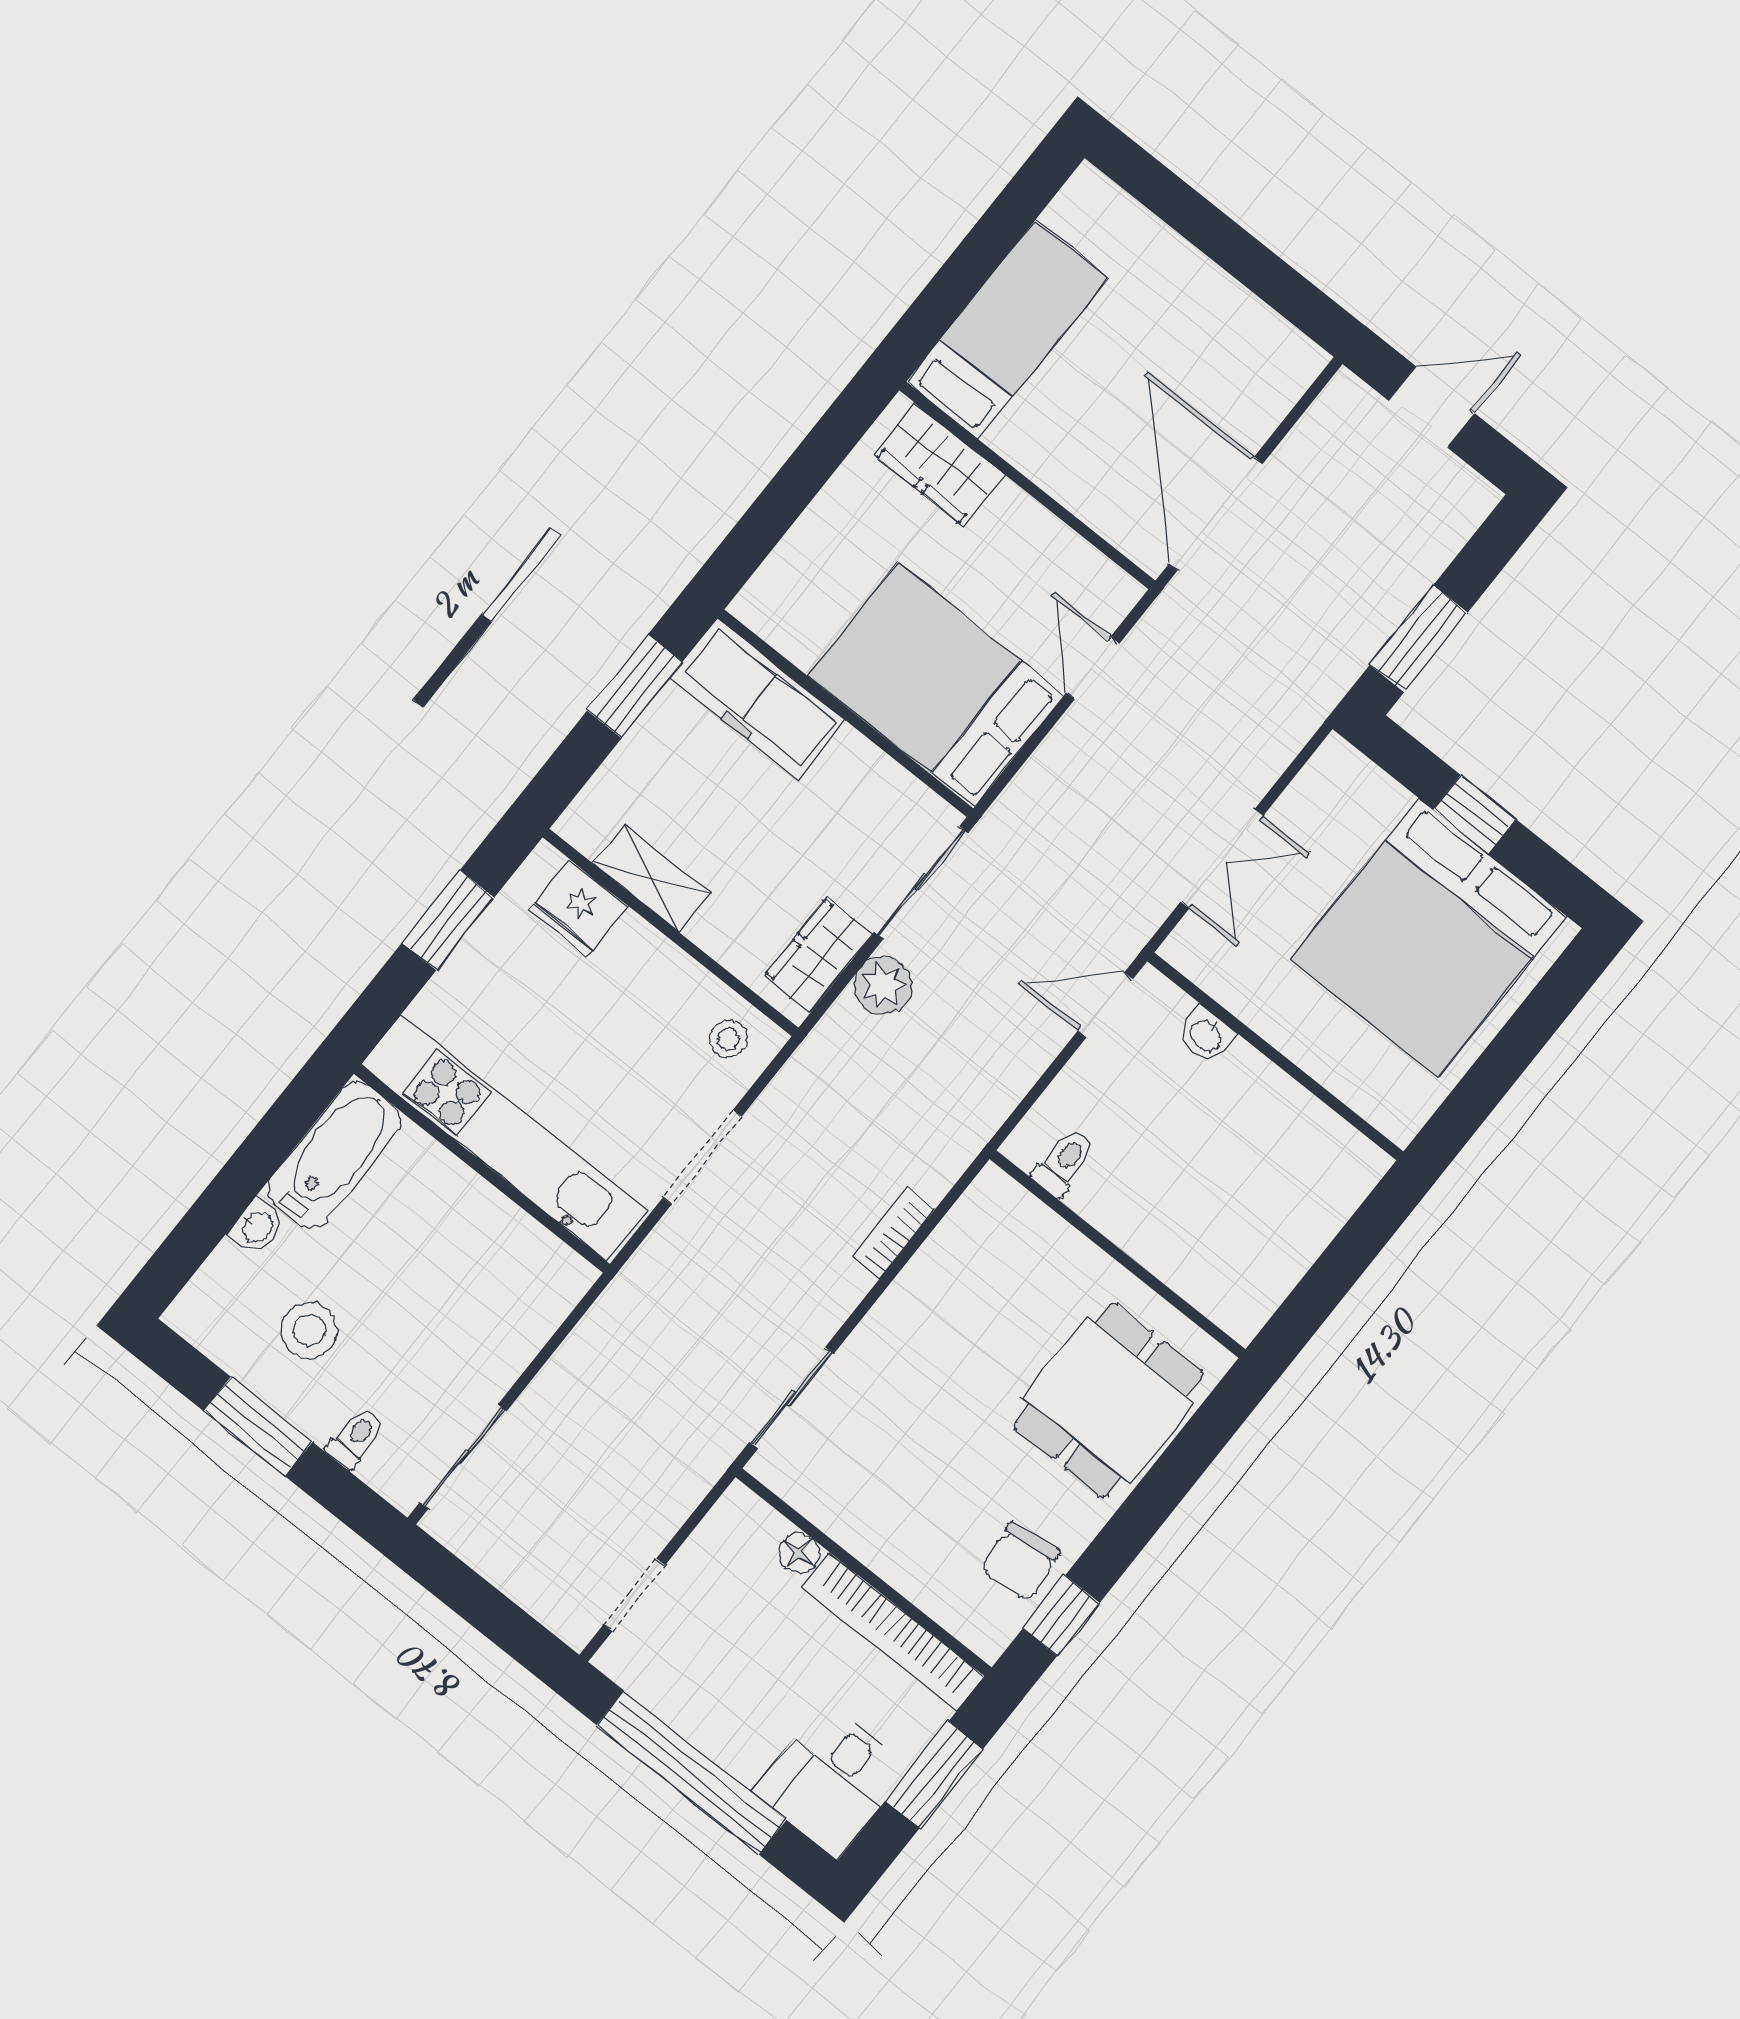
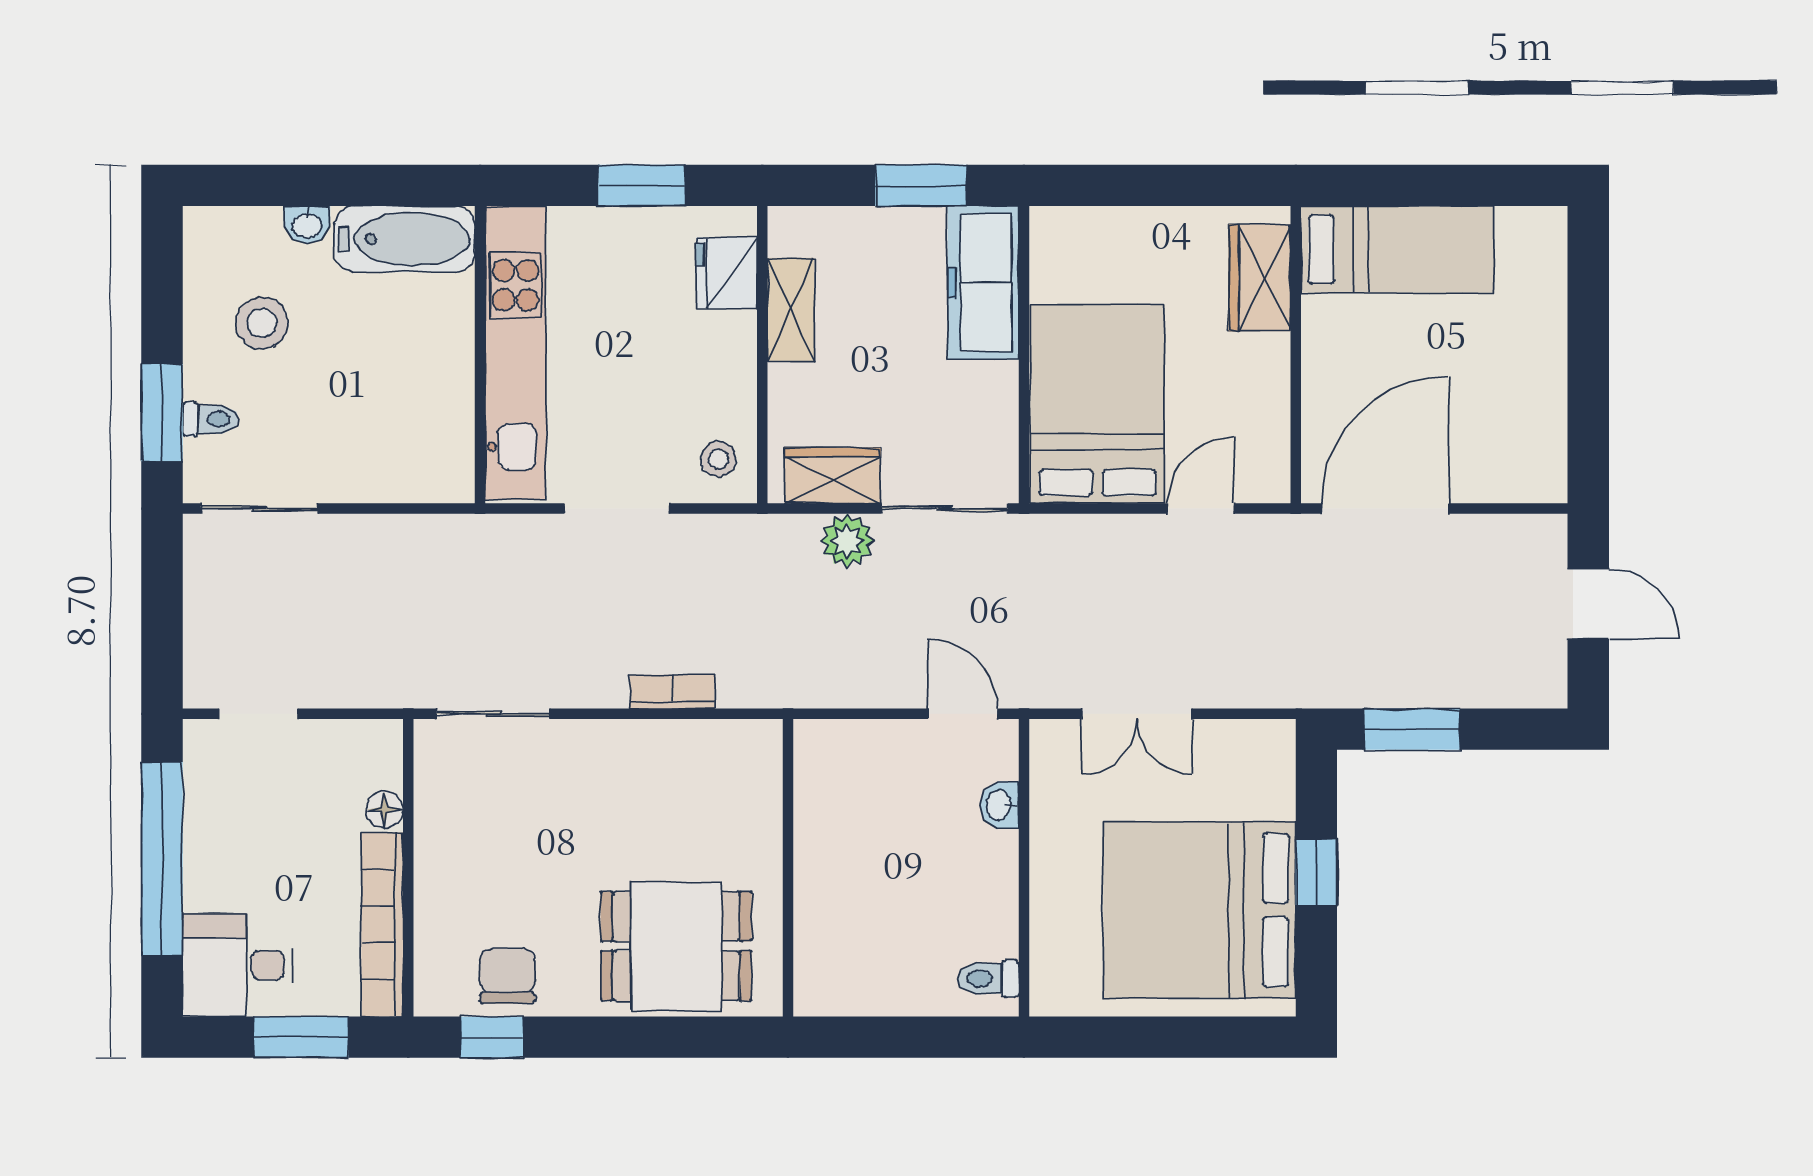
toilet: (1064, 1162) -> (988, 979), moved, turned 180
window: (258, 1427) -> (162, 413), moved
chair: (1021, 1561) -> (507, 976), turned 97

